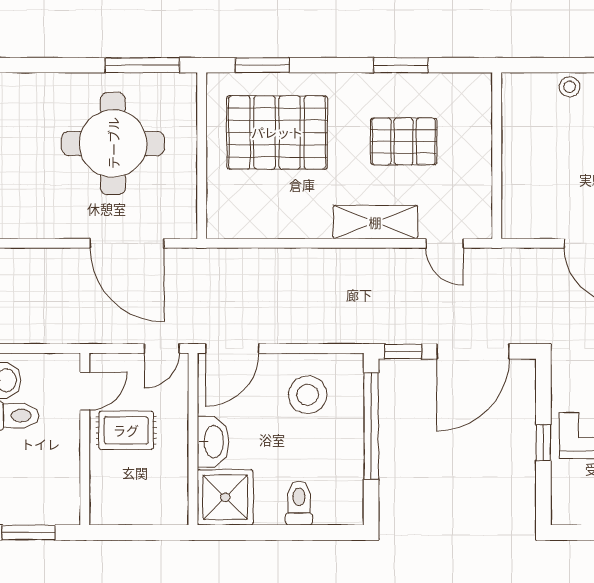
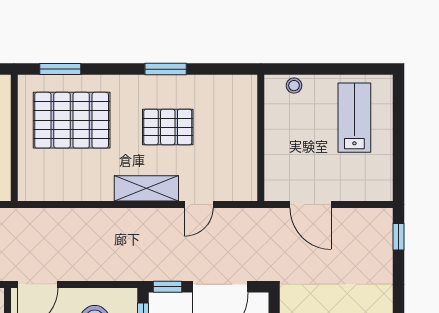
wall: (497, 156) -> (261, 138), moved
door: (444, 243) -> (199, 205), hinge flipped

